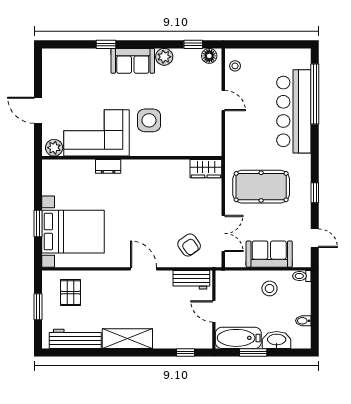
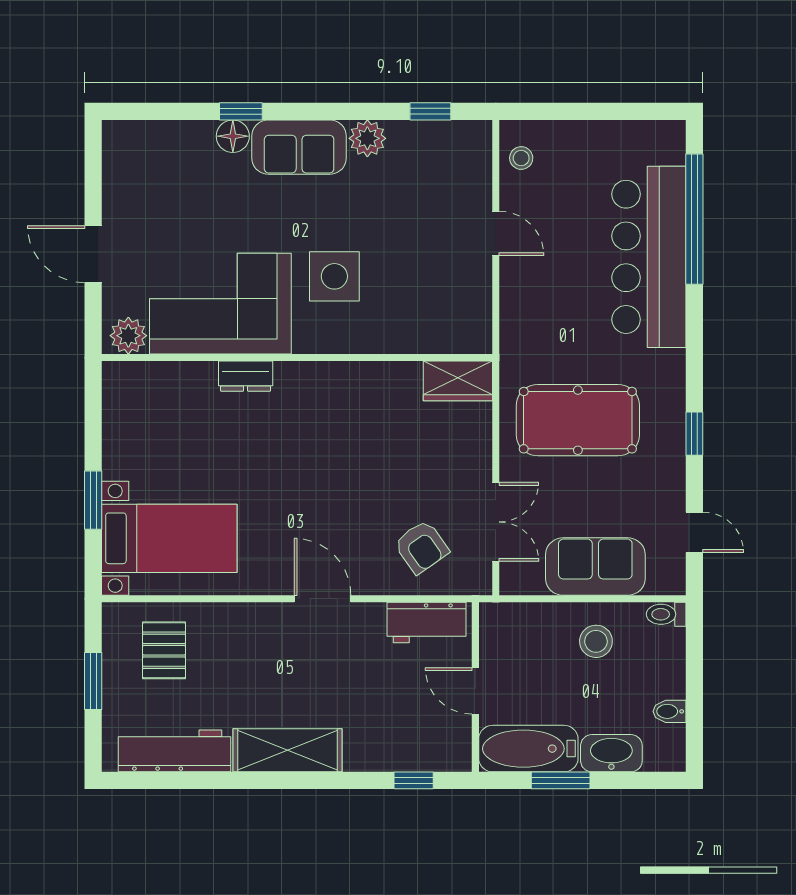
floor lamp: (209, 56) -> (233, 136), moved
bed with nightstands: (73, 232) -> (169, 538), width x0.73

